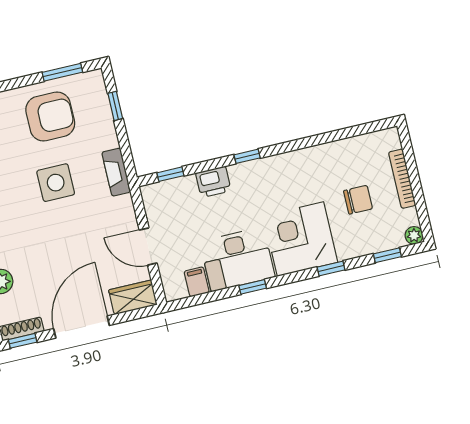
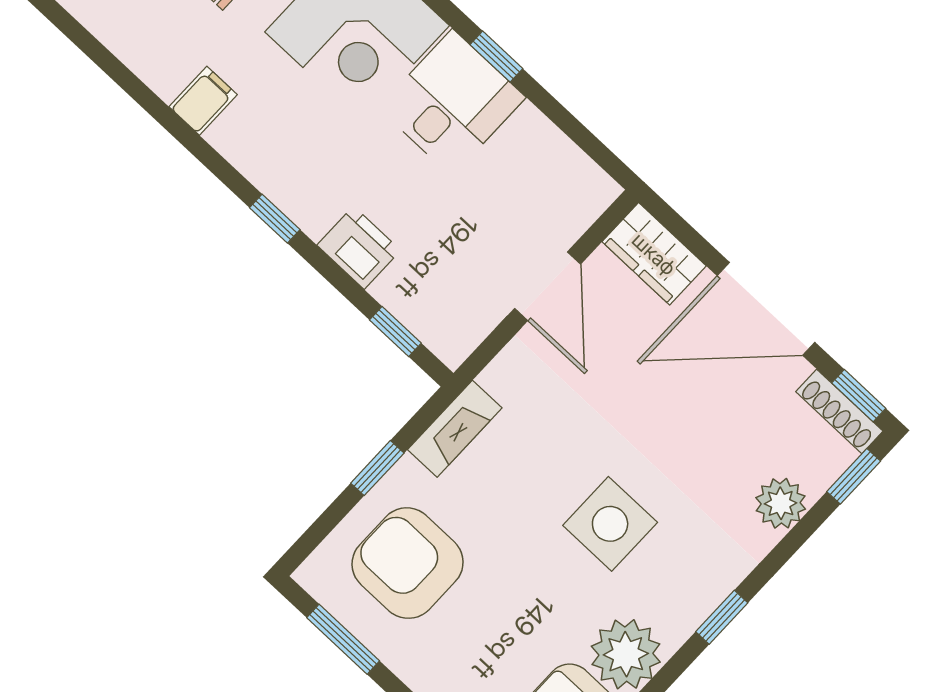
window: (115, 106) -> (377, 468), moved
armchair: (50, 117) -> (408, 563), moved
side table: (56, 183) -> (610, 524), moved
desk: (237, 259) -> (452, 103), width x0.73
filing cabinet: (197, 282) -> (203, 101), moved, turned 180

